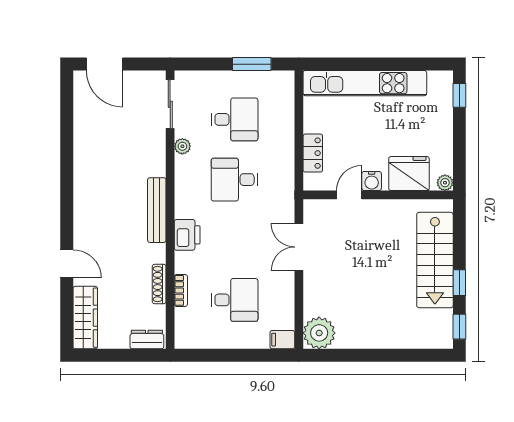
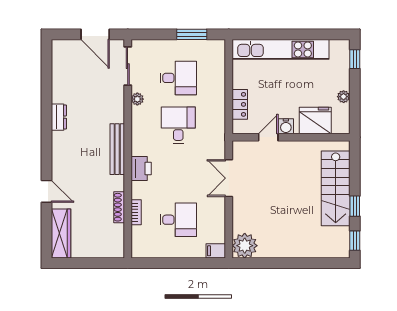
door: (104, 64) -> (95, 34), moved
desk: (235, 180) -> (178, 125), turned 90
plant: (445, 183) -> (344, 97), moved
dresser: (147, 340) -> (59, 117), moved, turned 90

